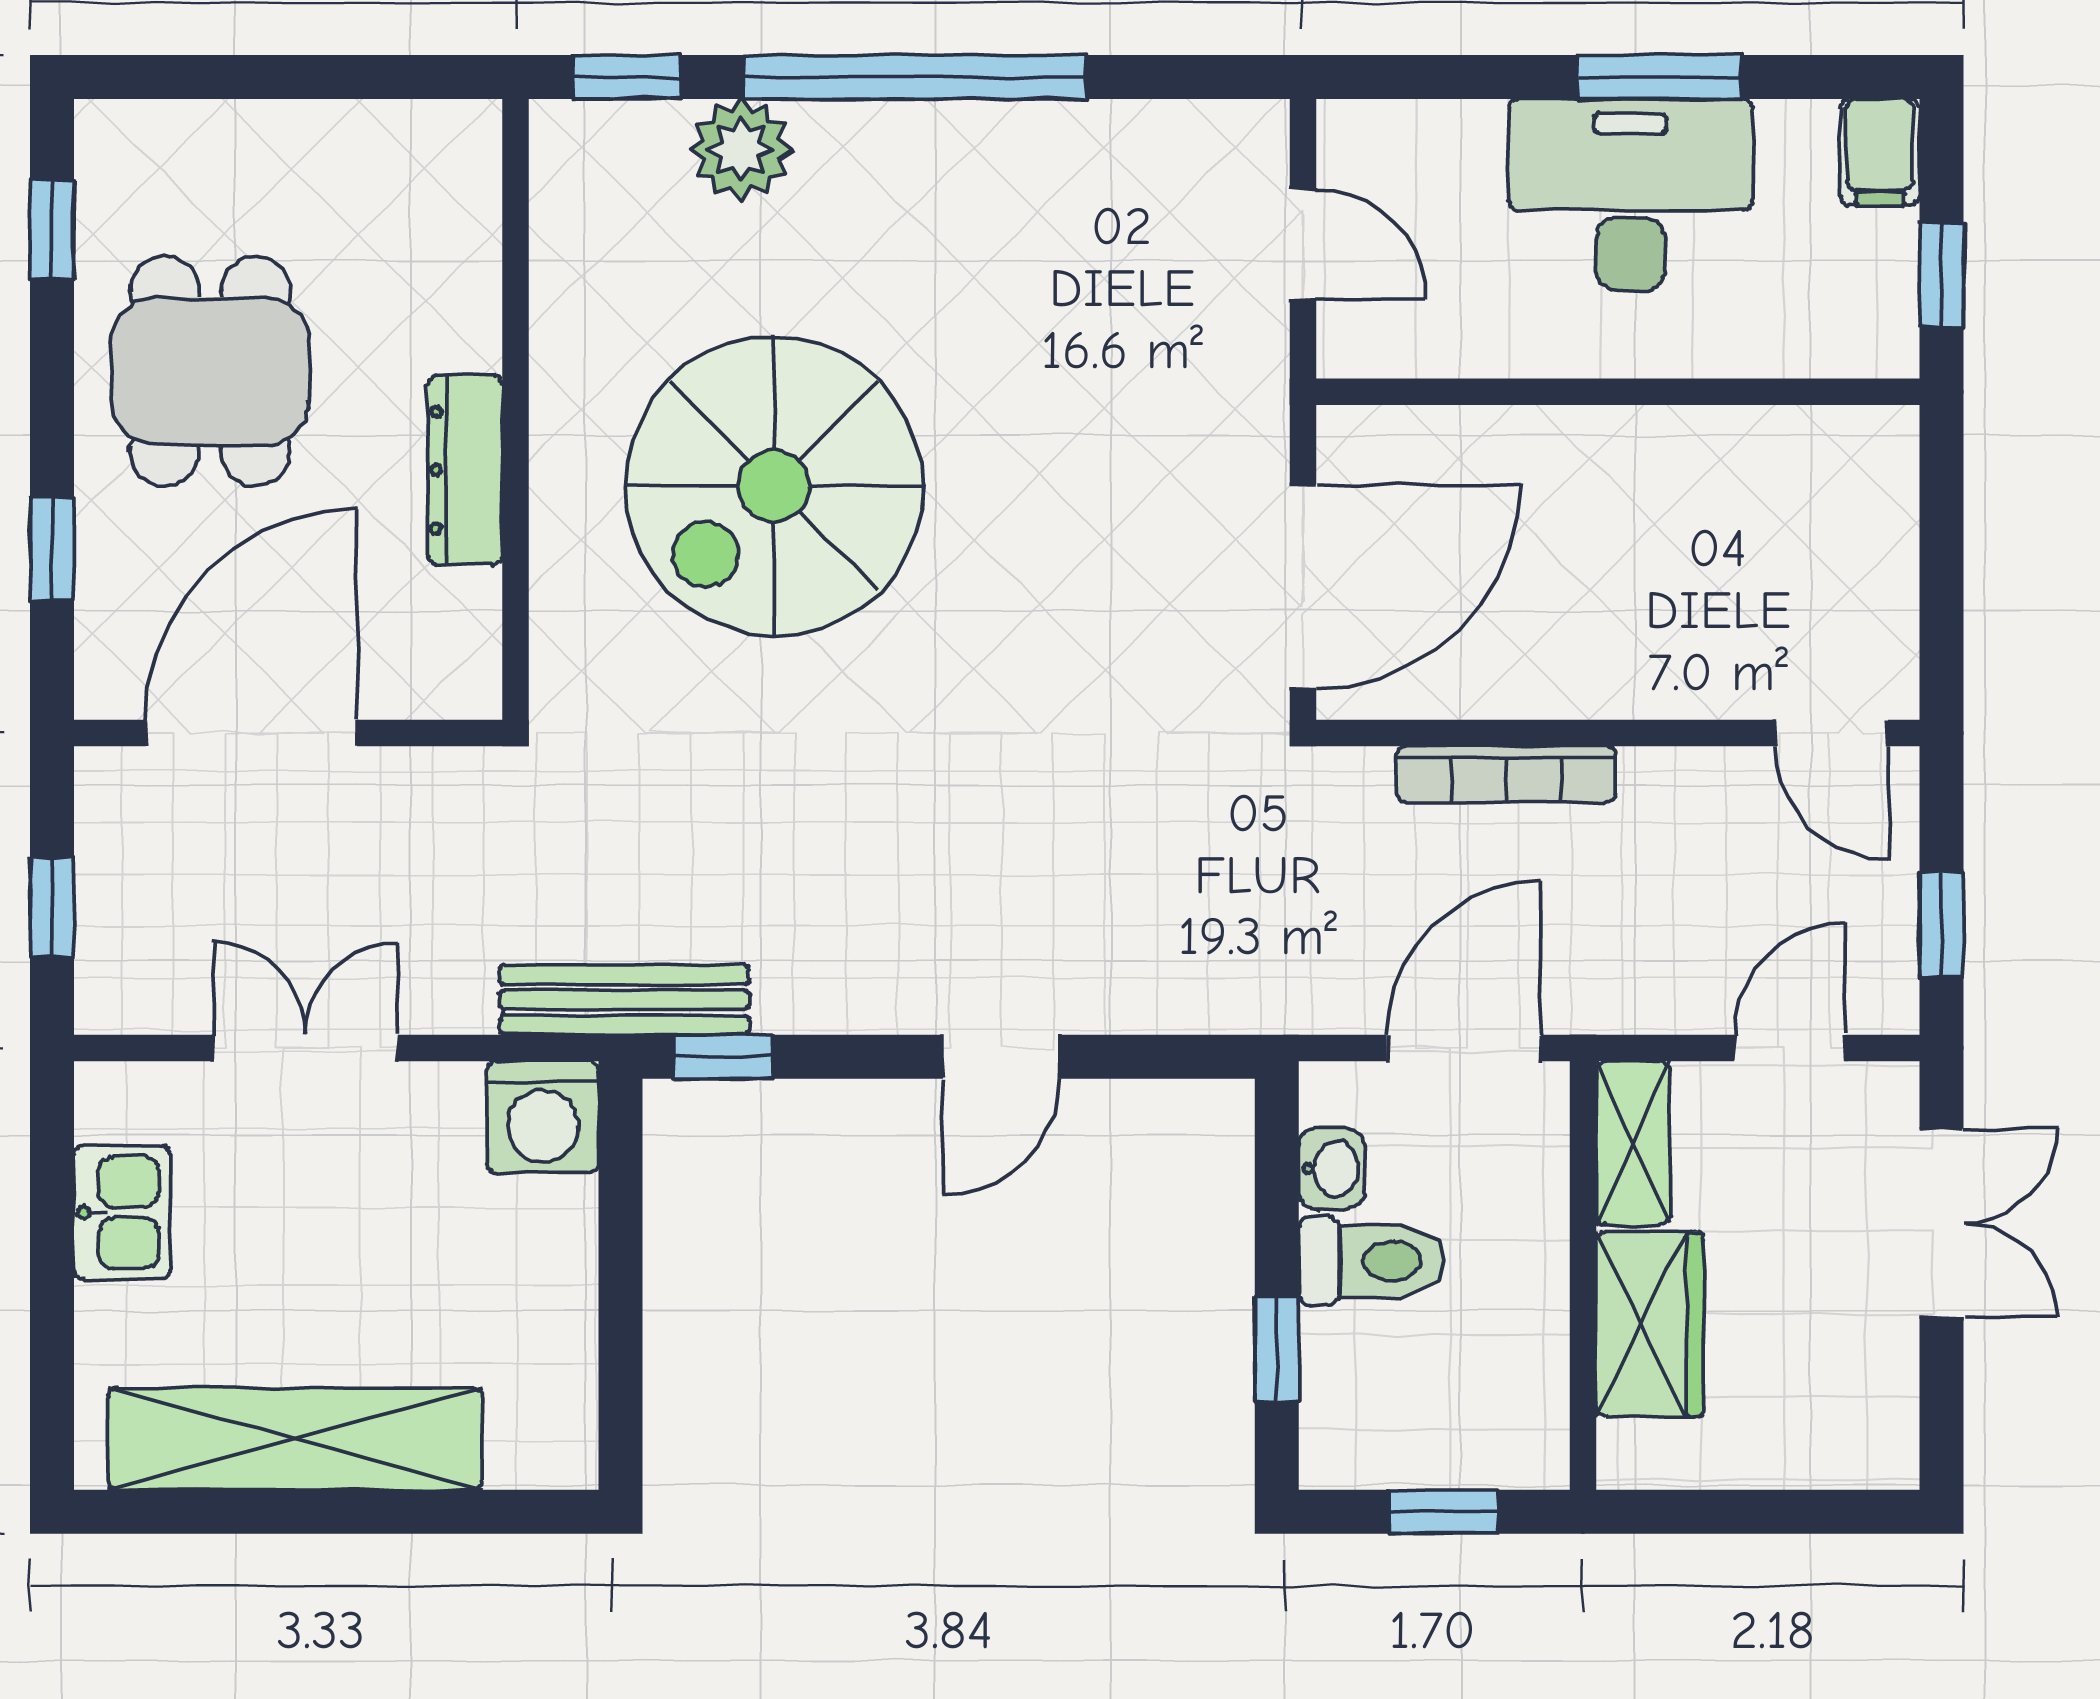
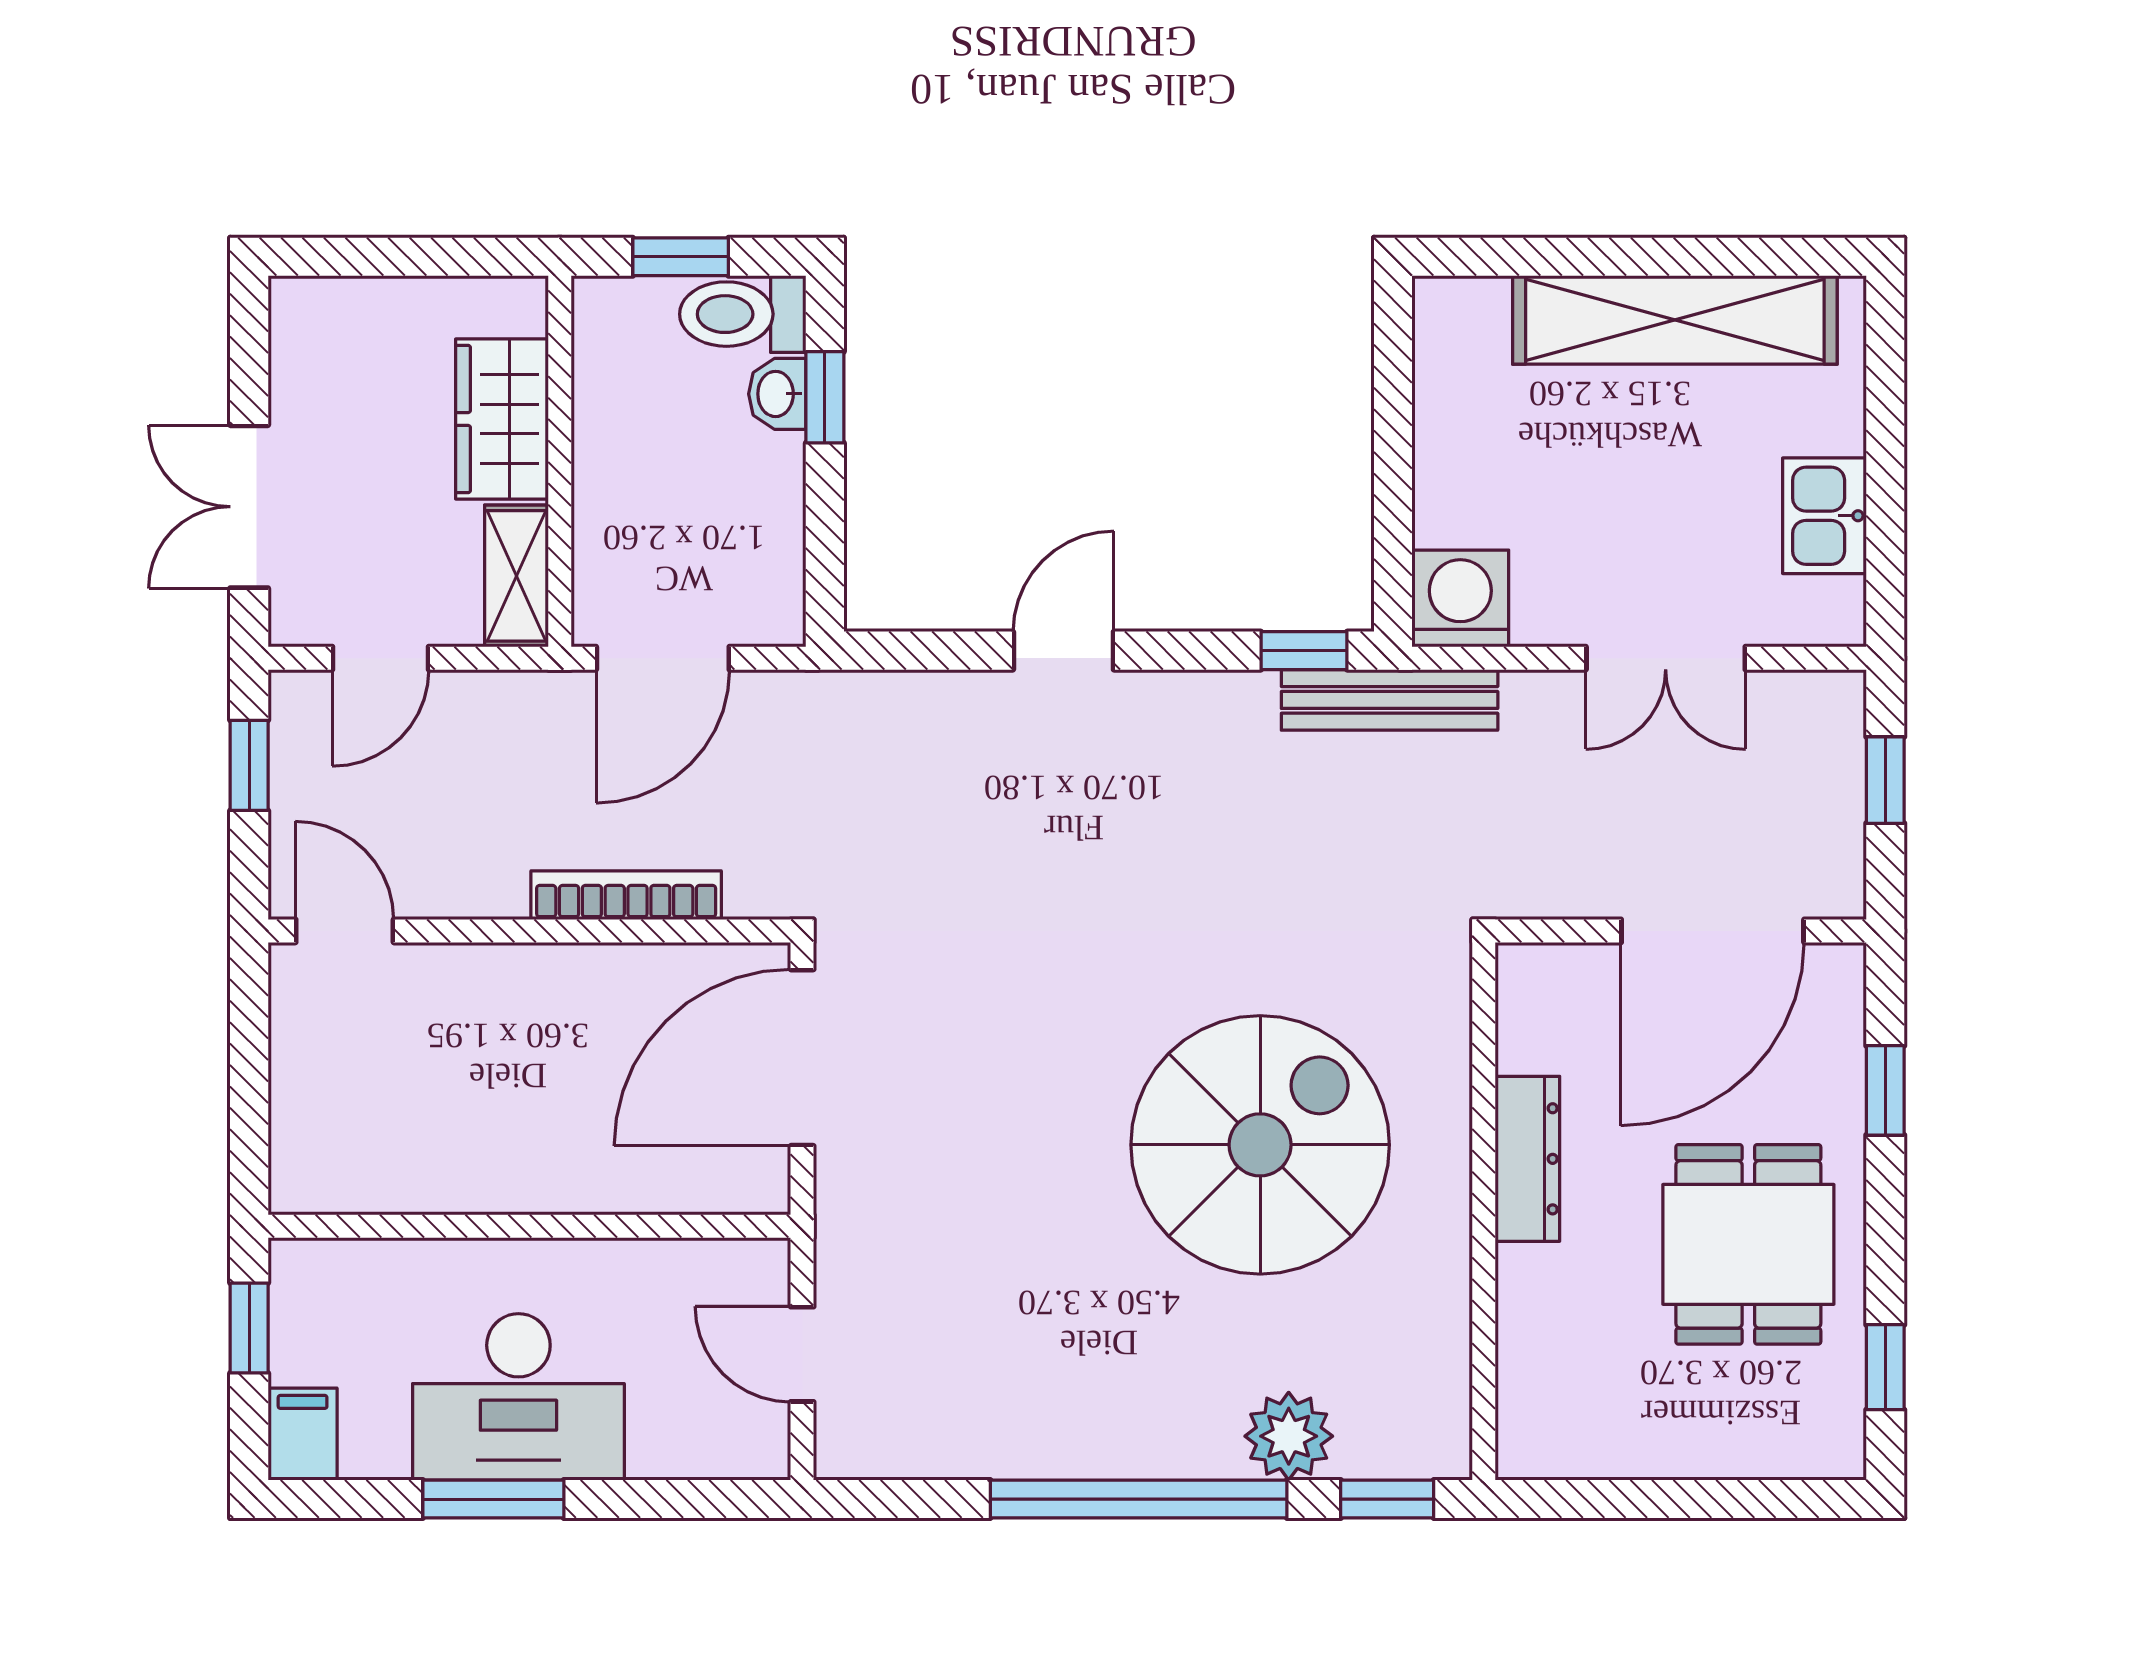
washbasin: (1332, 1169) -> (777, 394), moved
toilet: (1371, 1261) -> (743, 314), moved

